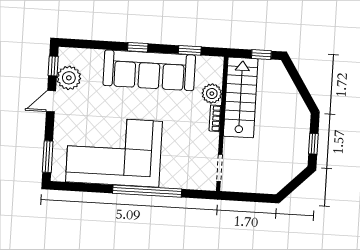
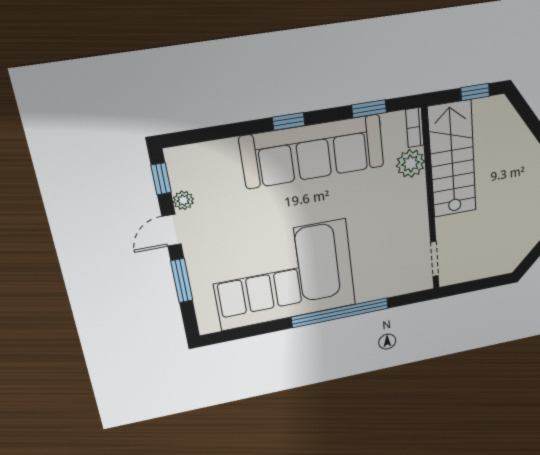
plant: (69, 78) -> (183, 200), width x0.53, depth x0.53
bookcase: (215, 118) -> (415, 127), moved
window: (48, 157) -> (182, 281), moved

